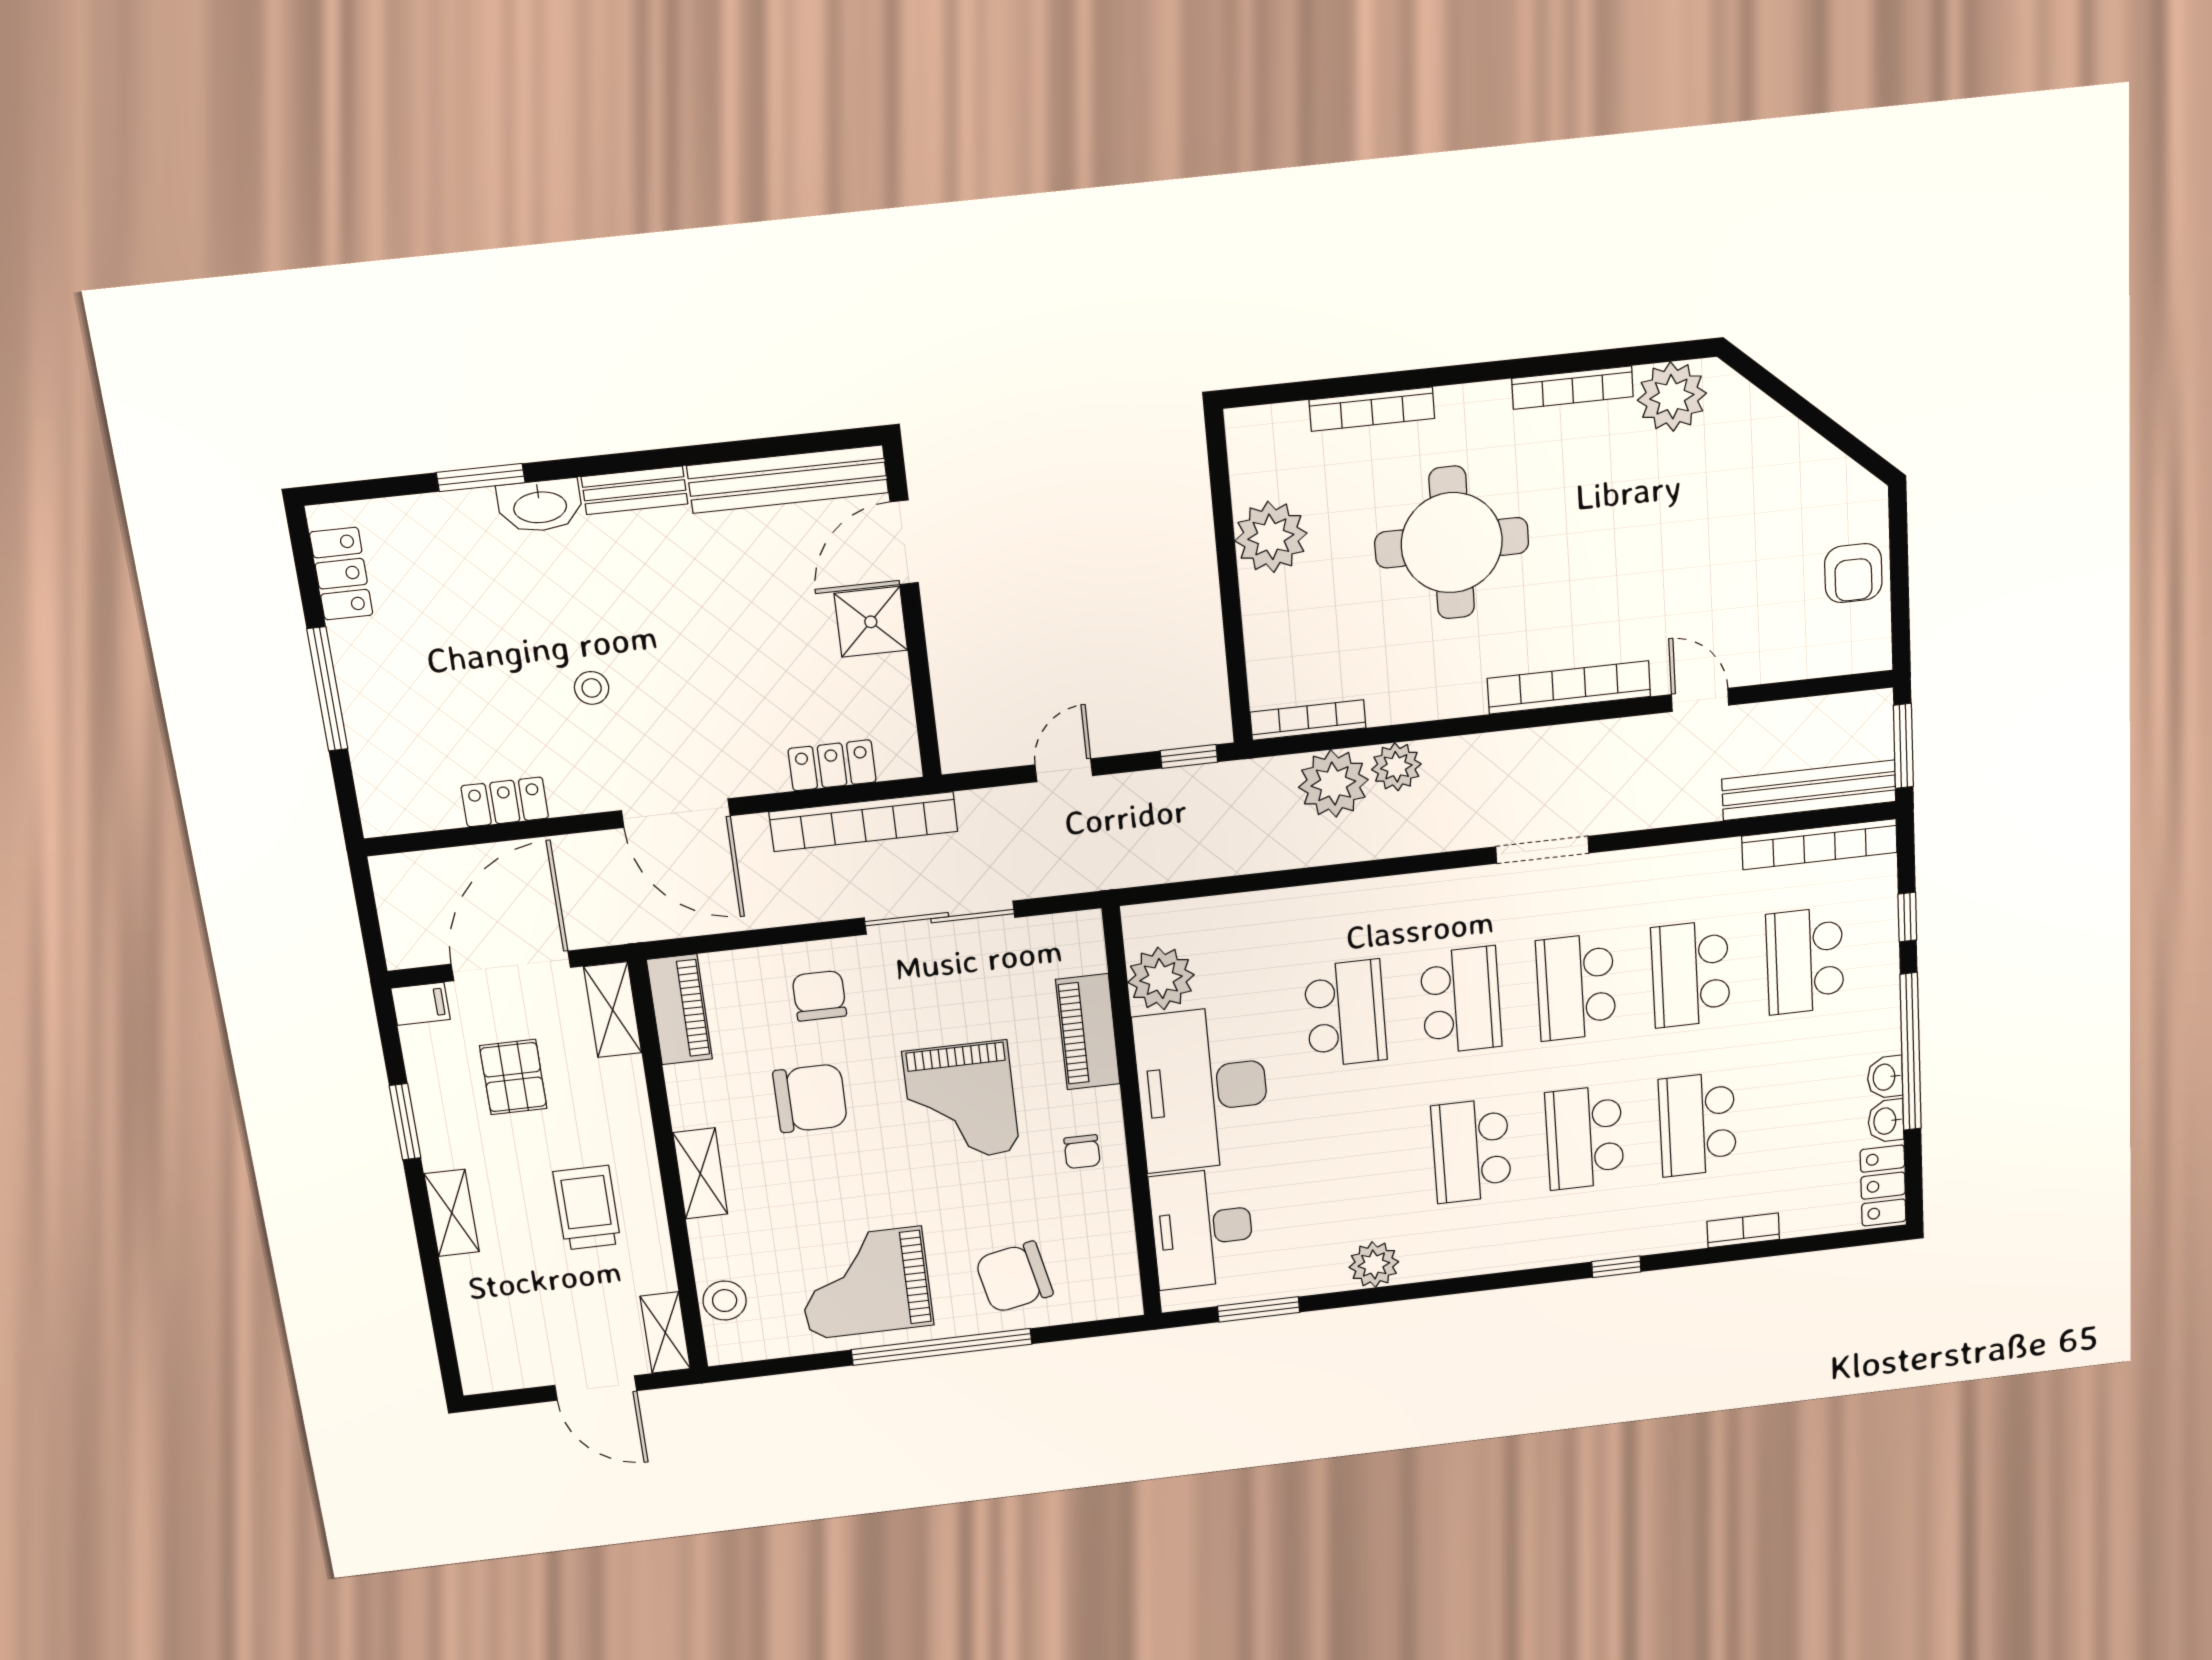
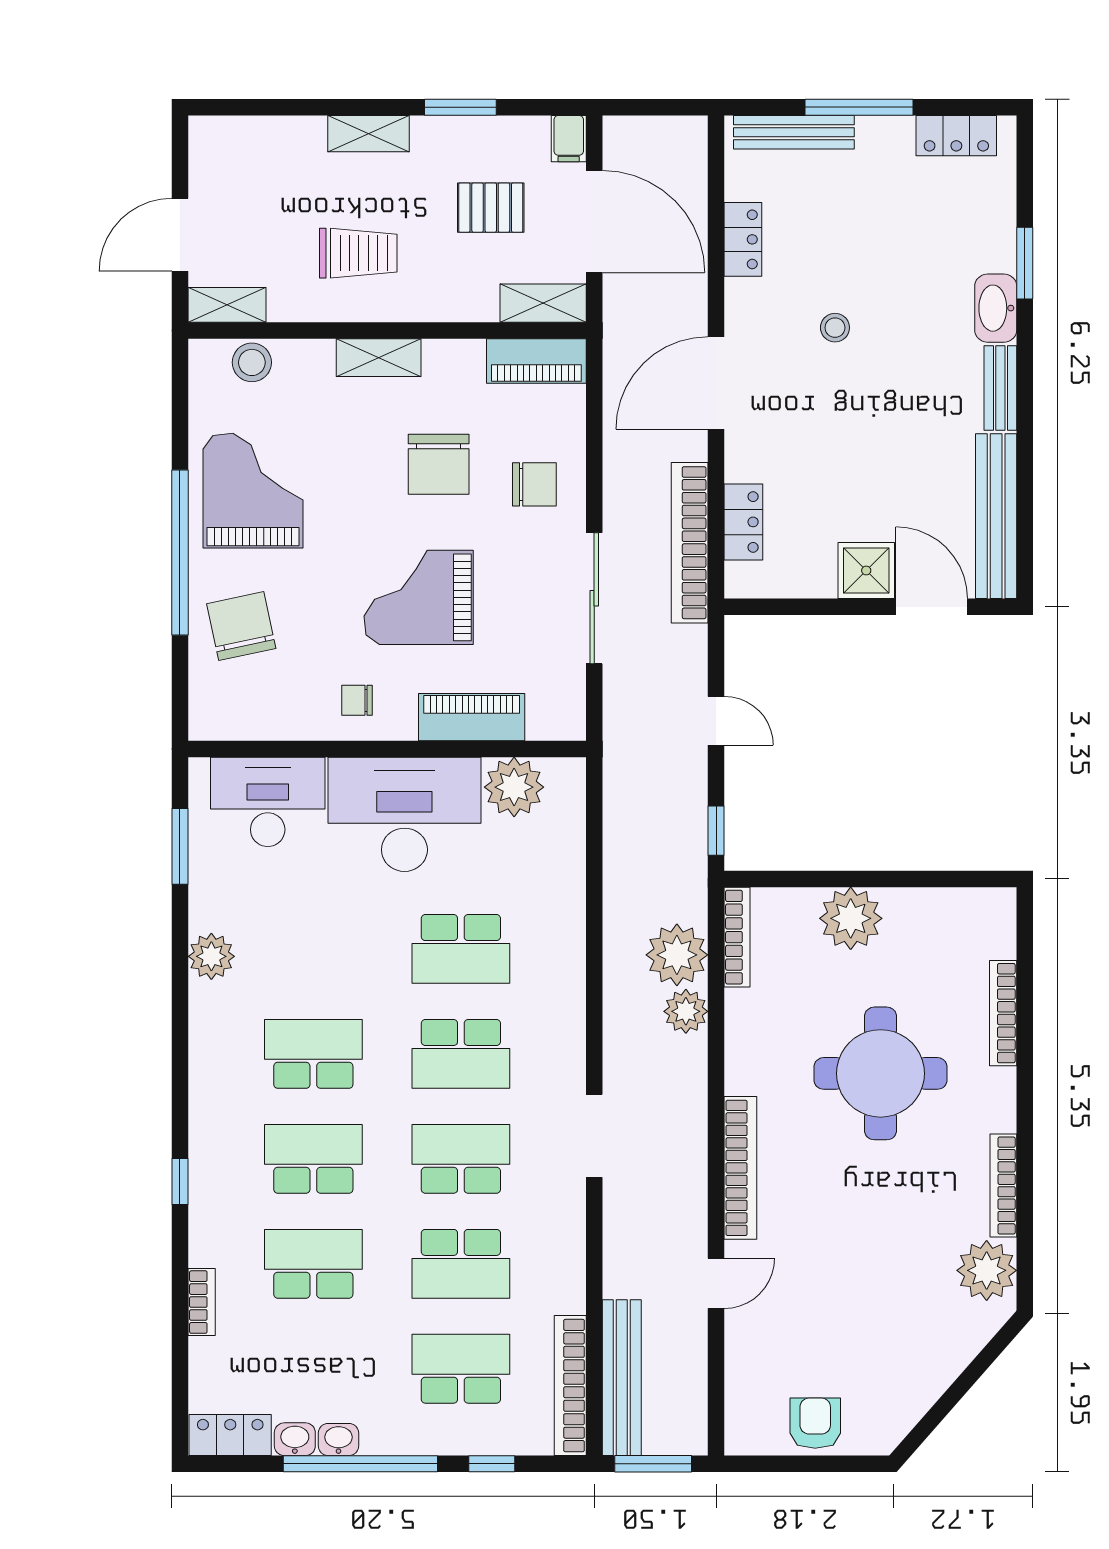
plant: (1271, 537) -> (851, 918), moved
armchair: (1853, 573) -> (815, 1423), turned 90
bench: (370, 759) -> (794, 132), added
school desk: (1691, 974) -> (461, 1264), turned 180

